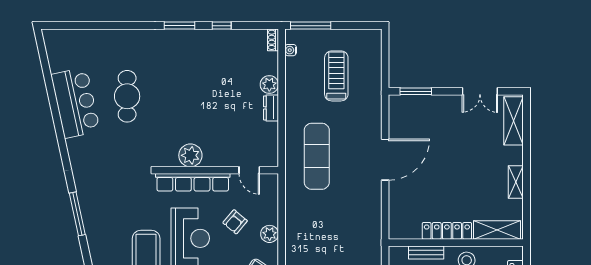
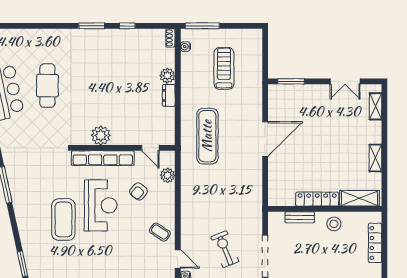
shelving: (514, 121) -> (375, 106), width x0.67, depth x0.75
plant: (270, 234) -> (168, 175), moved

